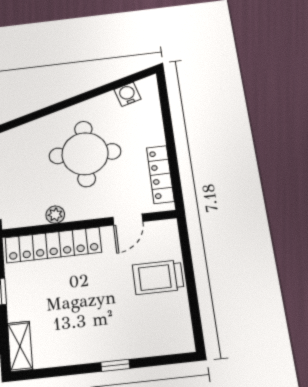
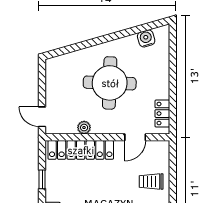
locker: (160, 174) -> (162, 114), width x0.66
trolley: (158, 277) -> (151, 181), width x0.73, depth x0.72

